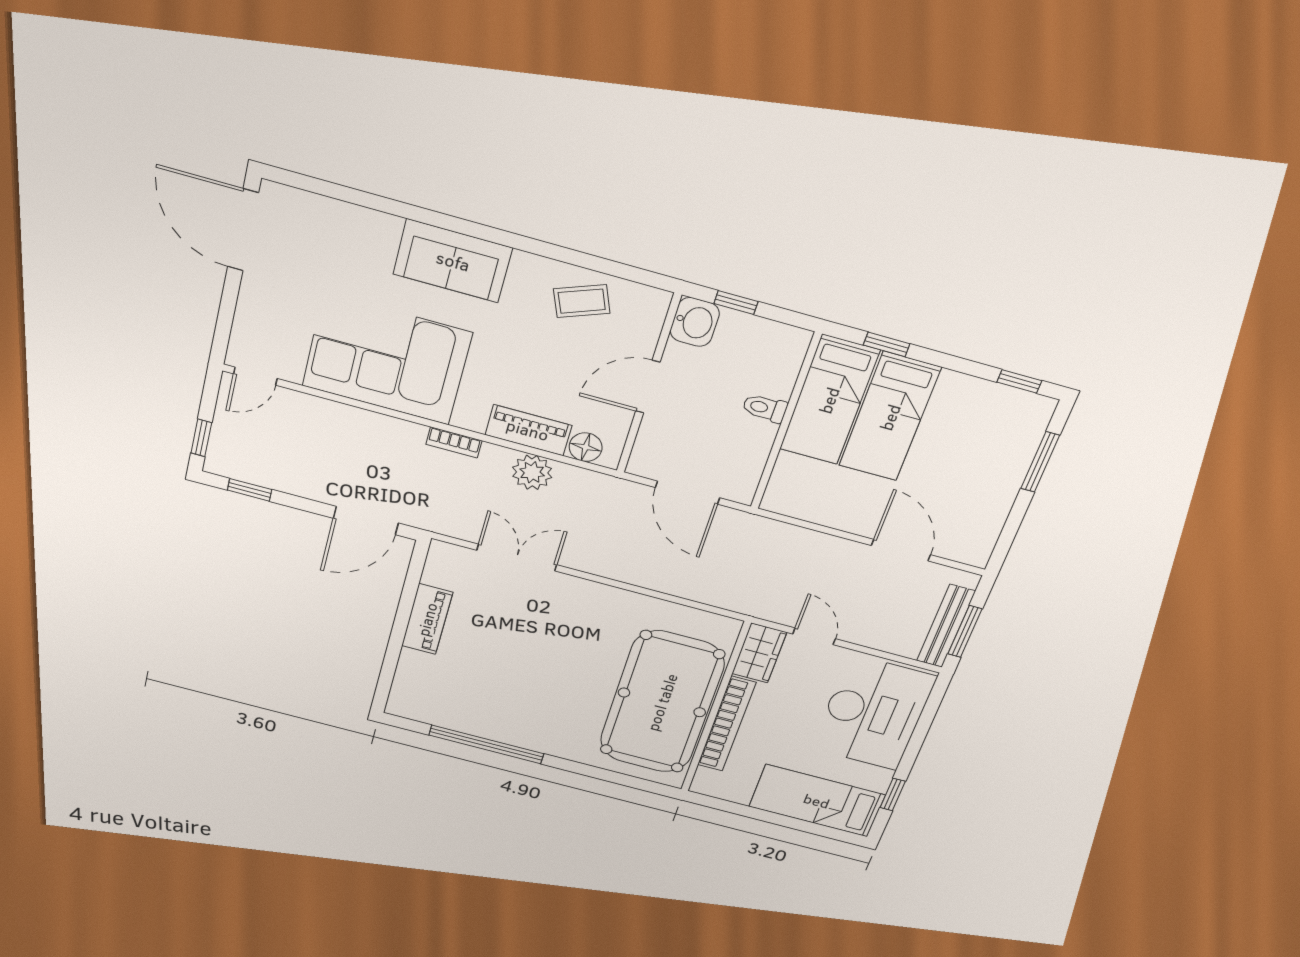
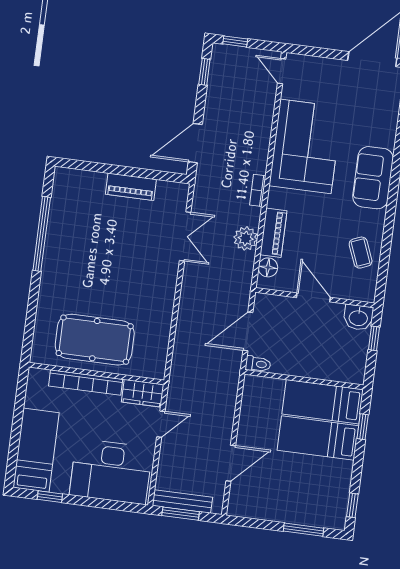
toilet: (765, 408) -> (258, 364), moved, turned 90
door: (366, 521) -> (195, 143), hinge flipped
pool table: (662, 702) -> (95, 340), width x0.73, depth x0.76

